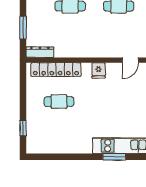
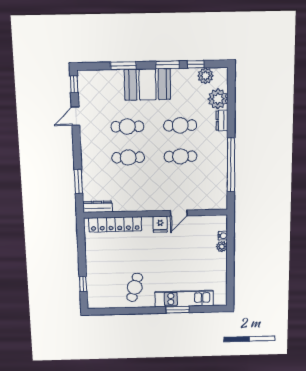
door: (130, 60) -> (179, 213), moved
cafe table: (59, 102) -> (135, 287), moved, turned -74

